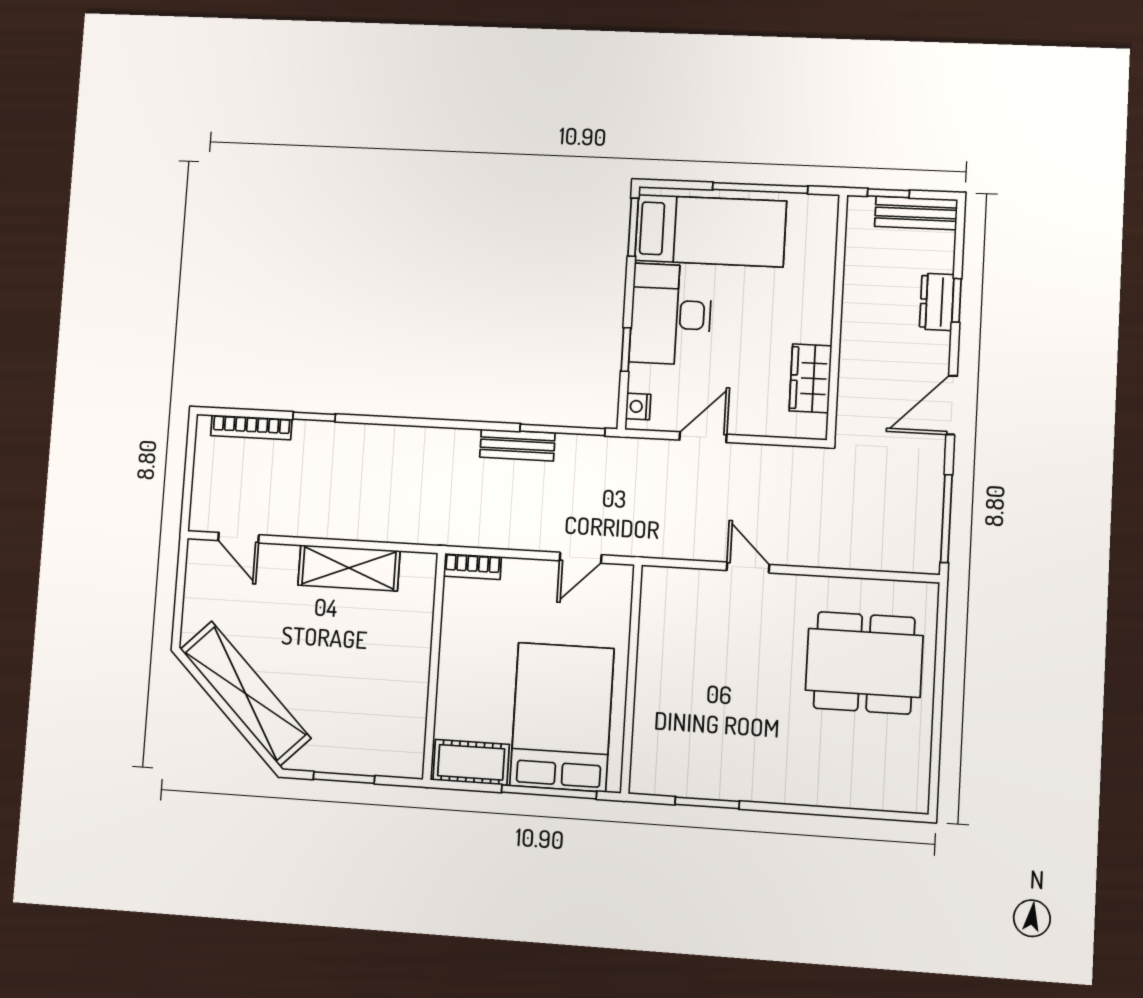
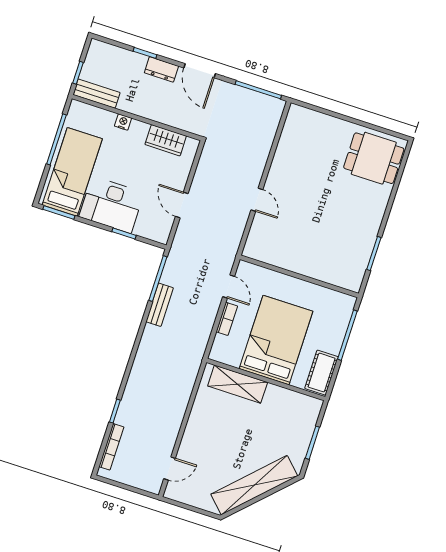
bench: (916, 213) -> (97, 94), moved, turned 90
dresser: (937, 302) -> (161, 69), moved
nightstand: (638, 406) -> (123, 122), moved, turned 180
bookcase: (472, 566) -> (227, 319), moved
shelving: (349, 568) -> (238, 384), moved, turned 90
door: (748, 568) -> (257, 200), swing flipped
dining table: (864, 663) -> (374, 158), moved, width x0.73
bed: (562, 717) -> (276, 340), moved, turned 90

